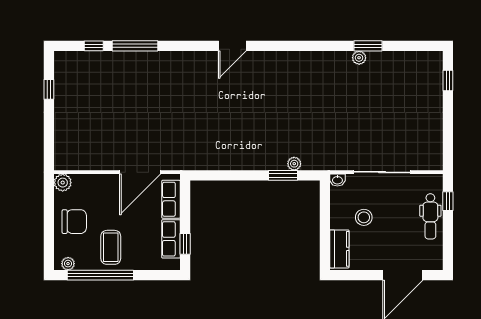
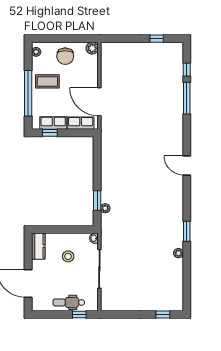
window: (368, 46) -> (187, 231), moved
kitchen counter: (339, 249) -> (38, 246), moved, turned -90
window: (100, 275) -> (28, 93), moved

